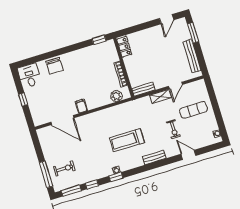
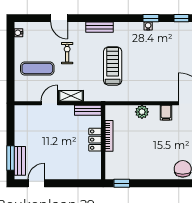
locker: (124, 47) -> (95, 140), moved
bench: (192, 56) -> (20, 161), moved, width x0.73
plant: (116, 96) -> (142, 112), moved
treadmill: (127, 140) -> (113, 66), moved, turned -90

